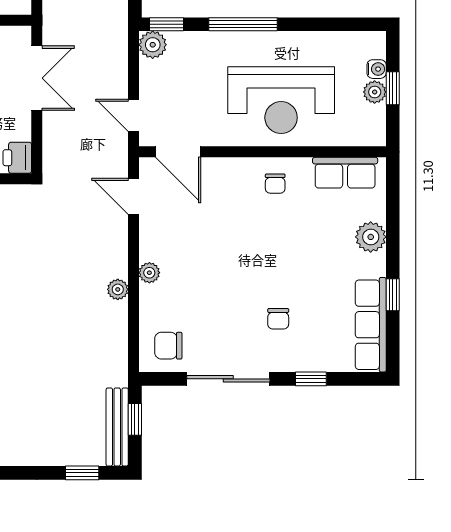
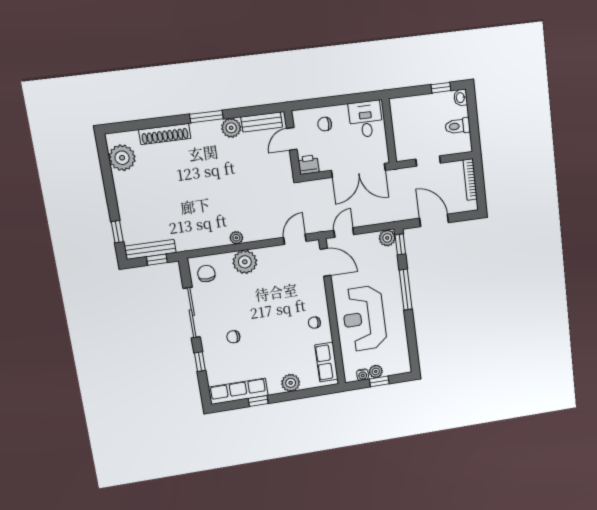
water cooler: (377, 69) -> (363, 375), moved
double door: (37, 78) -> (358, 170), width x1.37
door: (178, 152) -> (325, 262), swing flipped
plant: (149, 273) -> (245, 262), width x1.87, depth x1.87

